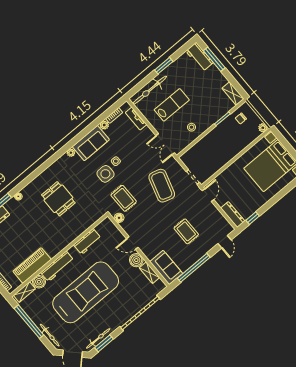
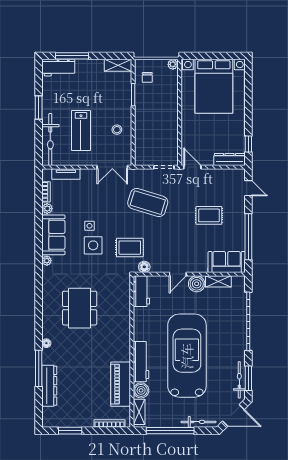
lab bench: (172, 105) -> (81, 131), turned 180
dining table: (58, 199) -> (80, 308), width x1.38
workbench: (87, 241) -> (141, 291), moved

